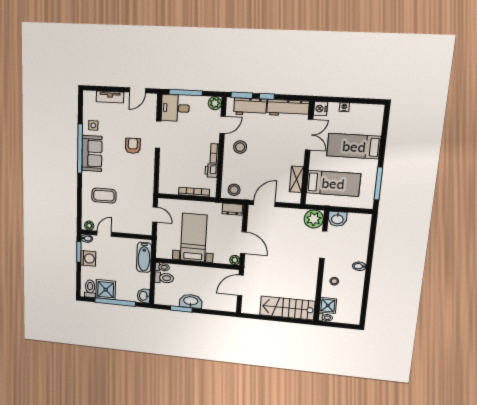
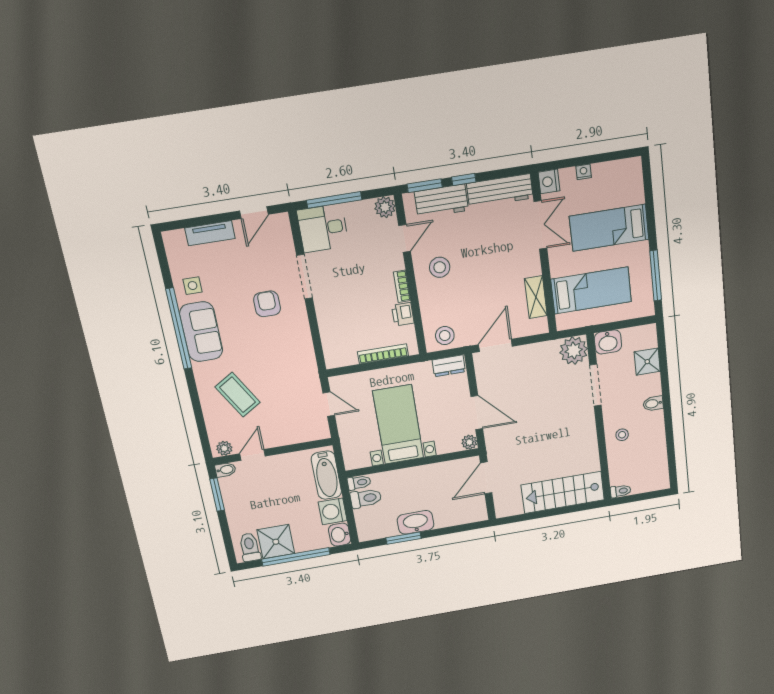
coffee table: (104, 196) -> (238, 395), turned 59
washing machine: (88, 258) -> (333, 511), moved, turned 180
shower: (328, 305) -> (647, 362), moved

